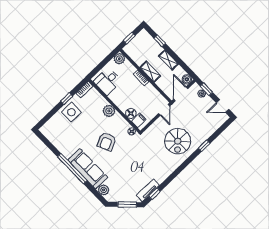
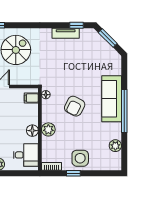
floor lamp: (131, 114) -> (32, 131), moved
armchair: (107, 142) -> (75, 106), turned 143
plant: (104, 190) -> (115, 146), moved
tv unit: (148, 190) -> (66, 33), moved

